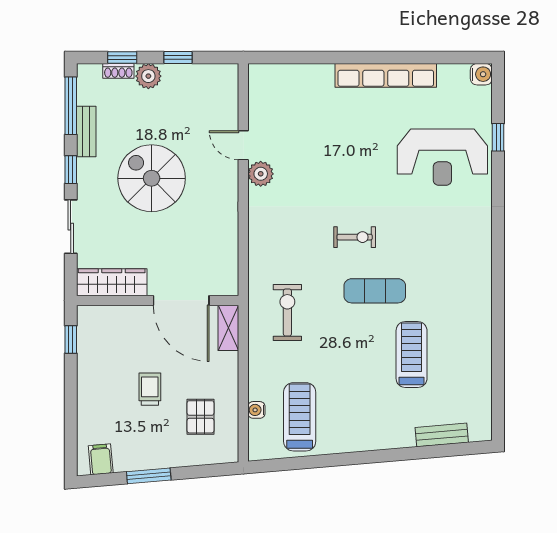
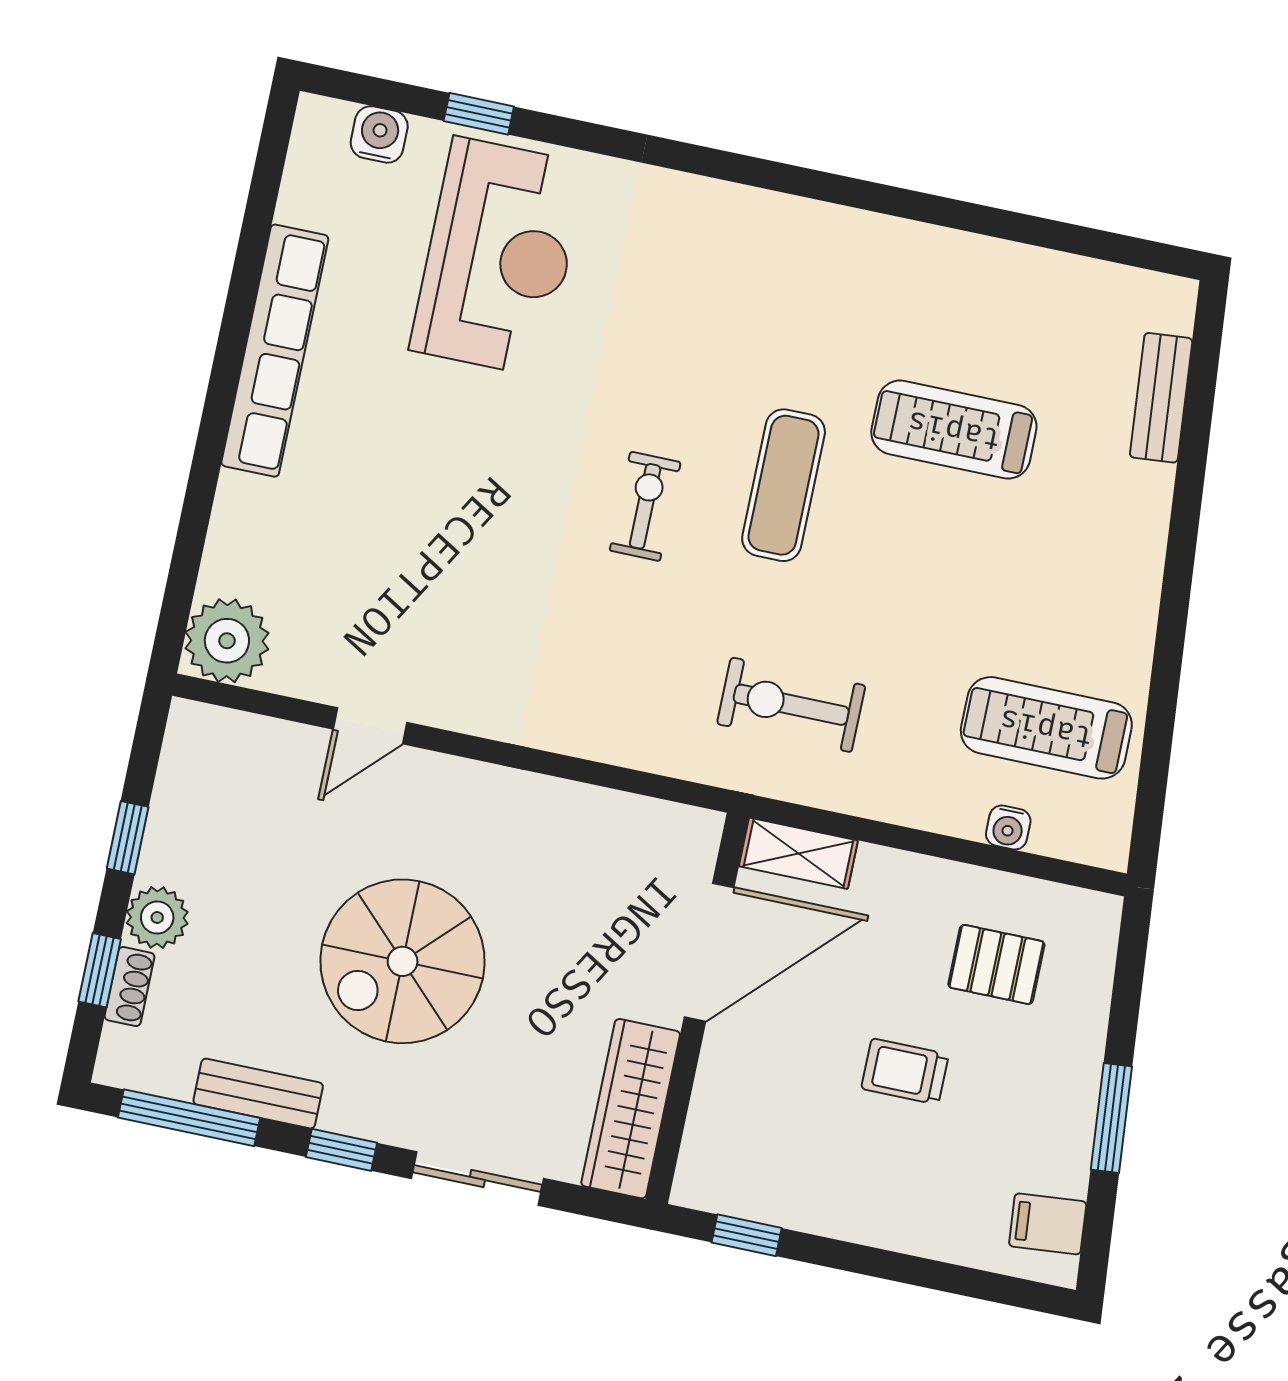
water cooler: (481, 74) -> (379, 134), moved
plant: (261, 174) -> (227, 641), moved, width x1.36, depth x1.36

